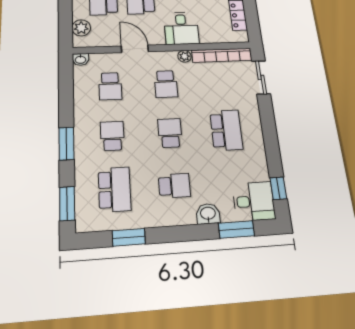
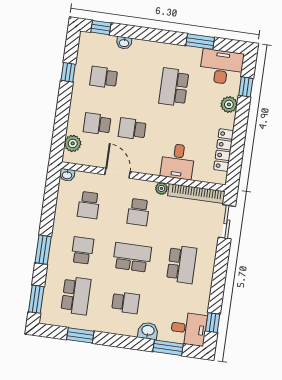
desk: (181, 28) -> (178, 161), moved
school desk: (170, 133) -> (132, 257), width x1.85

